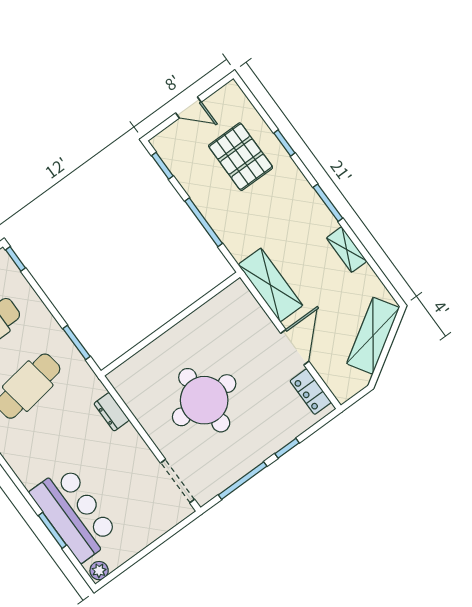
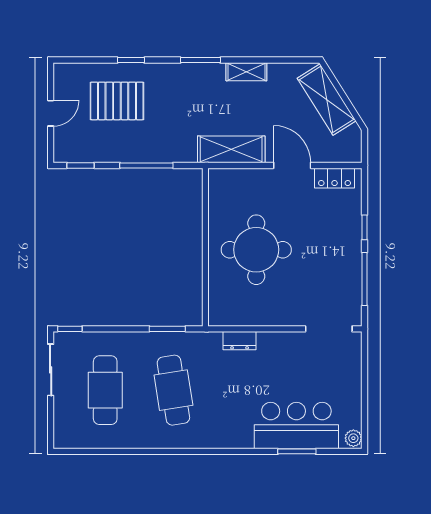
round table: (204, 400) -> (256, 250), moved

